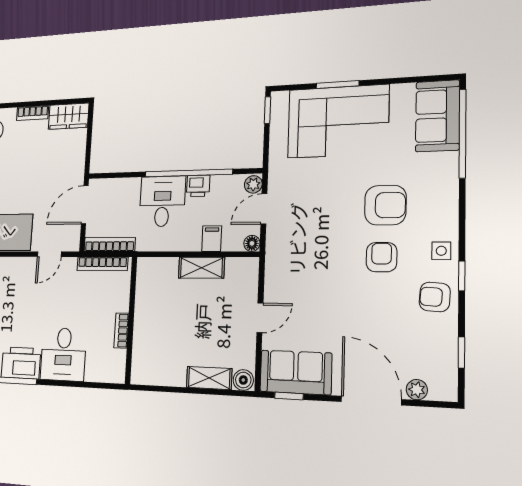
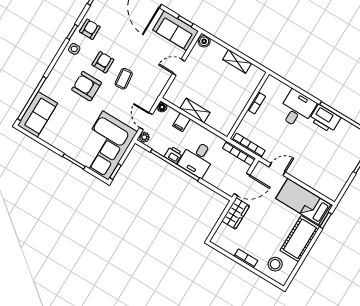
wardrobe: (69, 116) -> (236, 213), moved, turned 90
corner sofa: (338, 121) -> (106, 145), moved, turned -90
door: (264, 209) -> (146, 121), swing flipped
coffee table: (334, 251) -> (124, 79), added
armchair: (382, 257) -> (103, 62), turned 180
armchair: (435, 297) -> (90, 29), turned -94
shelving: (209, 378) -> (237, 61), moved

